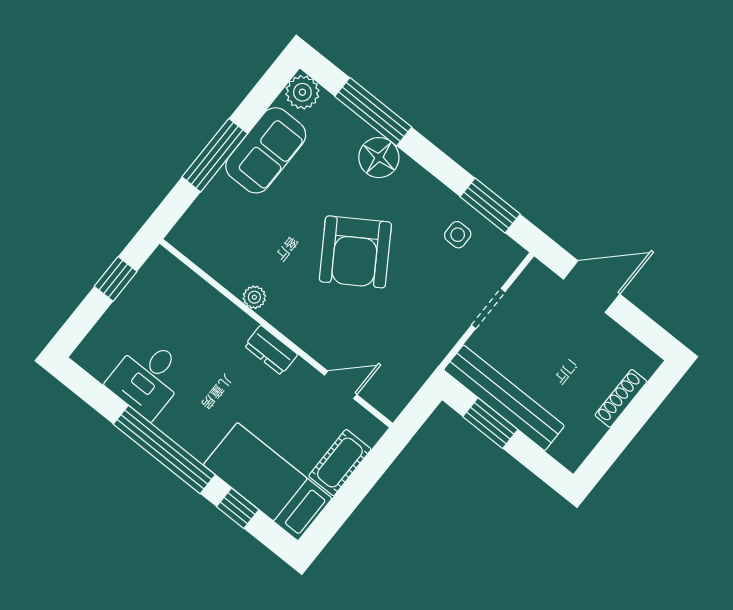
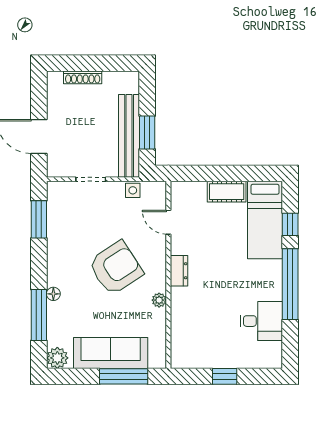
sofa: (266, 150) -> (111, 353), width x1.36
floor lamp: (379, 158) -> (53, 294), width x0.53, depth x0.53
side table: (458, 235) -> (133, 190), moved
plant: (254, 297) -> (159, 300), moved
wall: (276, 333) -> (168, 275), moved
dresser: (271, 350) -> (179, 271), moved
door: (341, 385) -> (168, 222), moved

